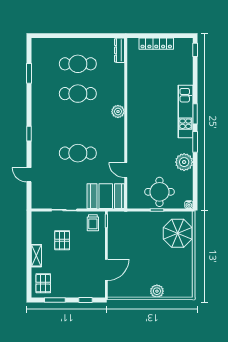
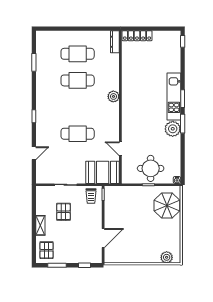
locker: (156, 44) -> (137, 36), moved
plant: (184, 162) -> (173, 129), moved
door: (29, 175) -> (34, 153), swing flipped
plant: (157, 291) -> (167, 257), moved

